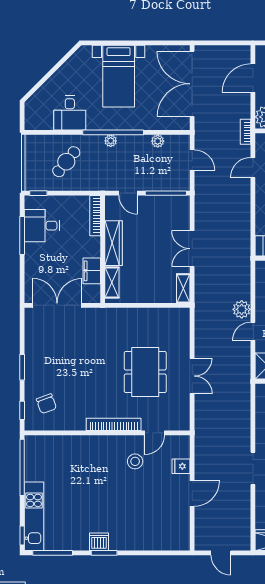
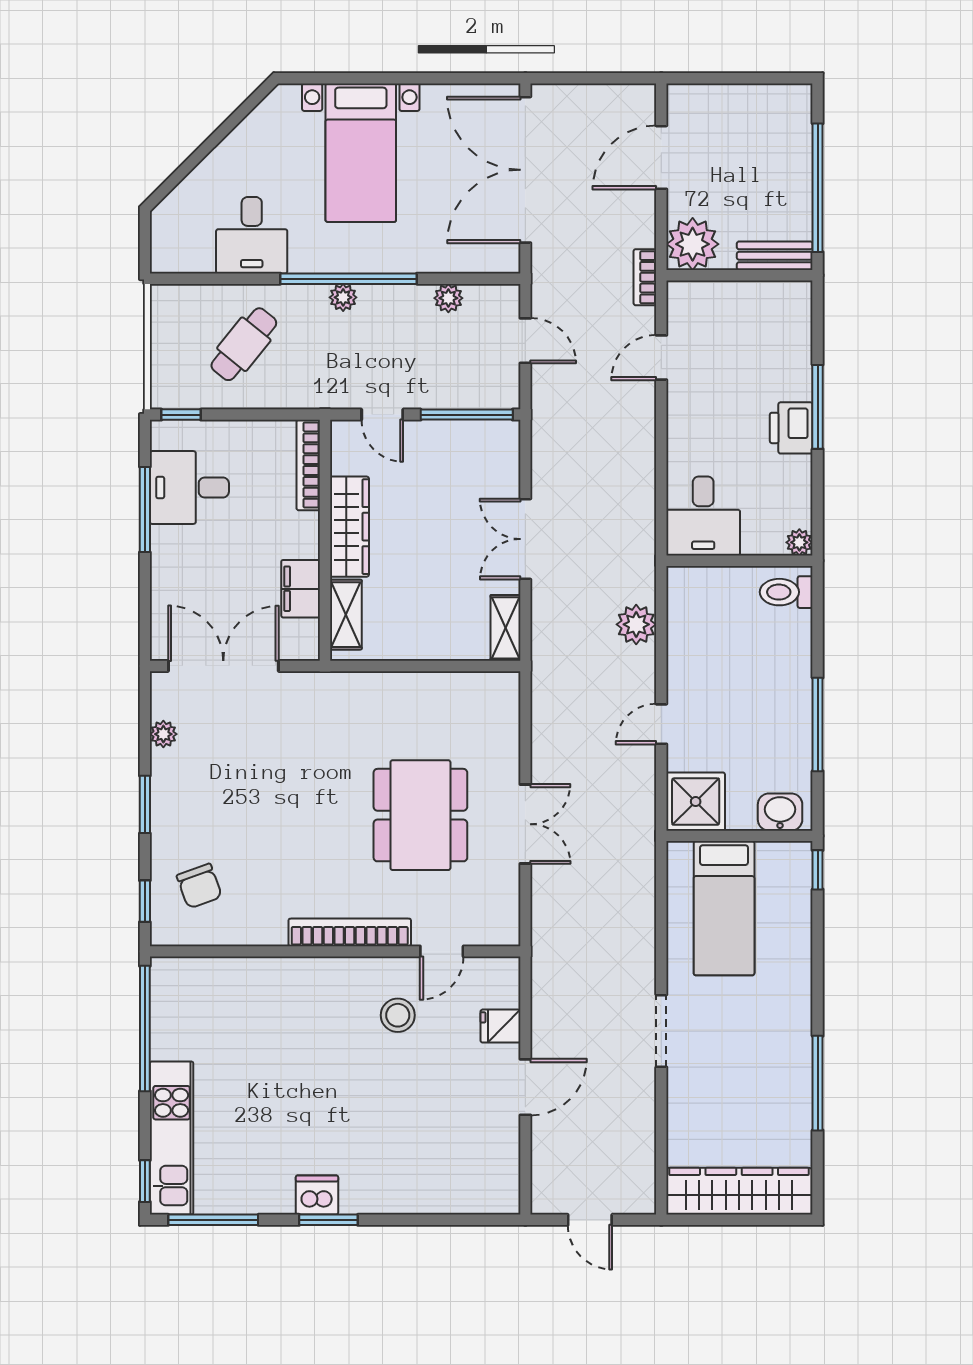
plant: (242, 309) -> (636, 624), moved
plant: (30, 336) -> (163, 734), added

